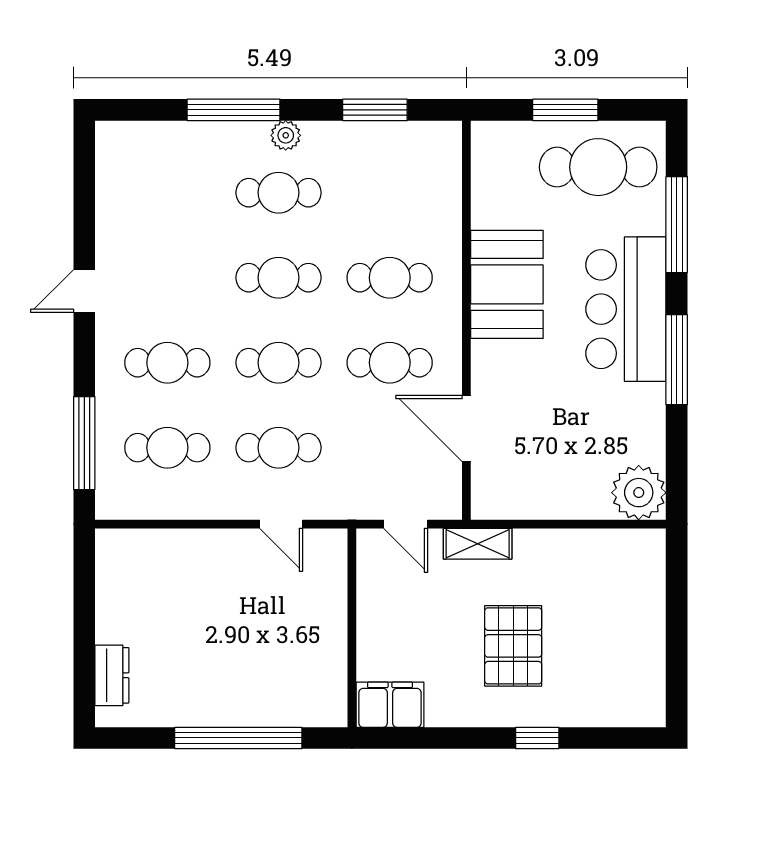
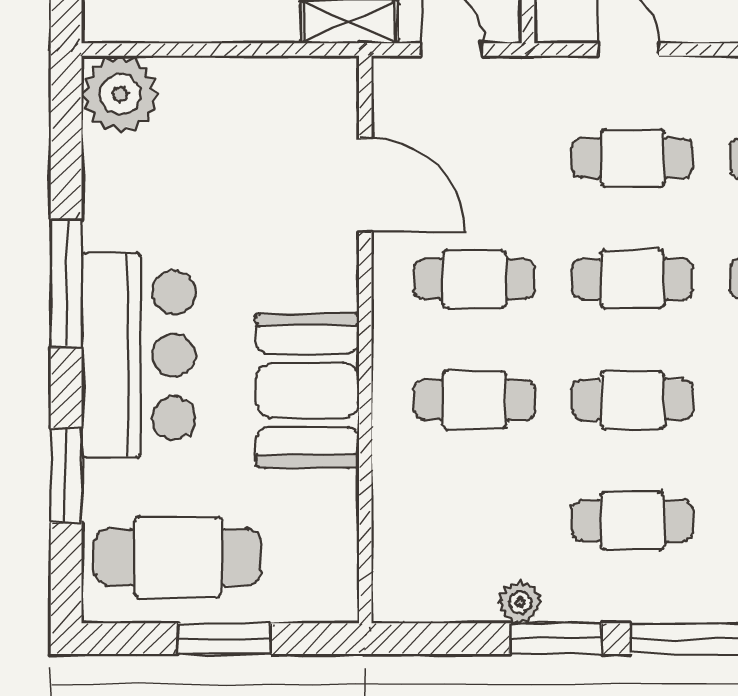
window: (375, 110) -> (556, 639), moved
plant: (286, 135) -> (520, 602), moved
window: (677, 225) -> (66, 475), width x0.69

